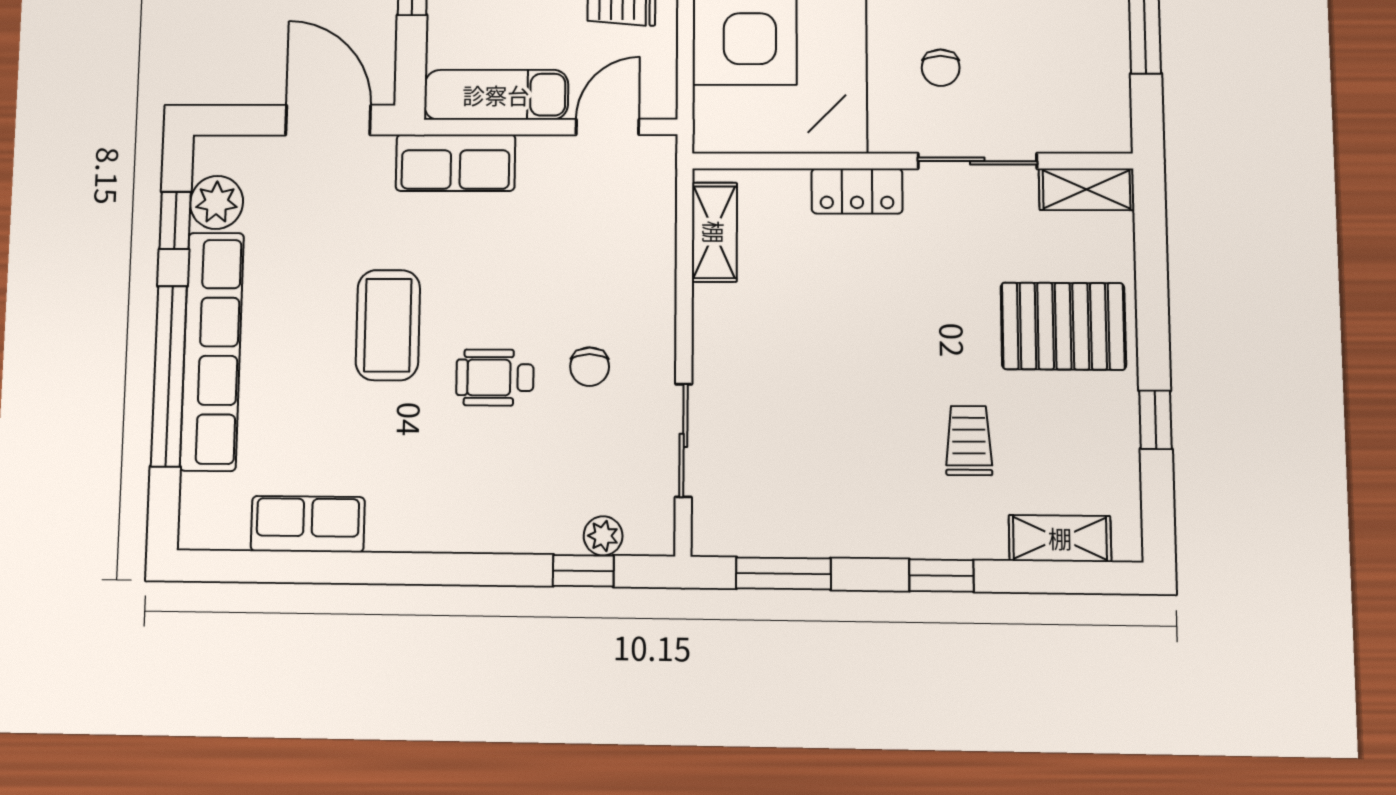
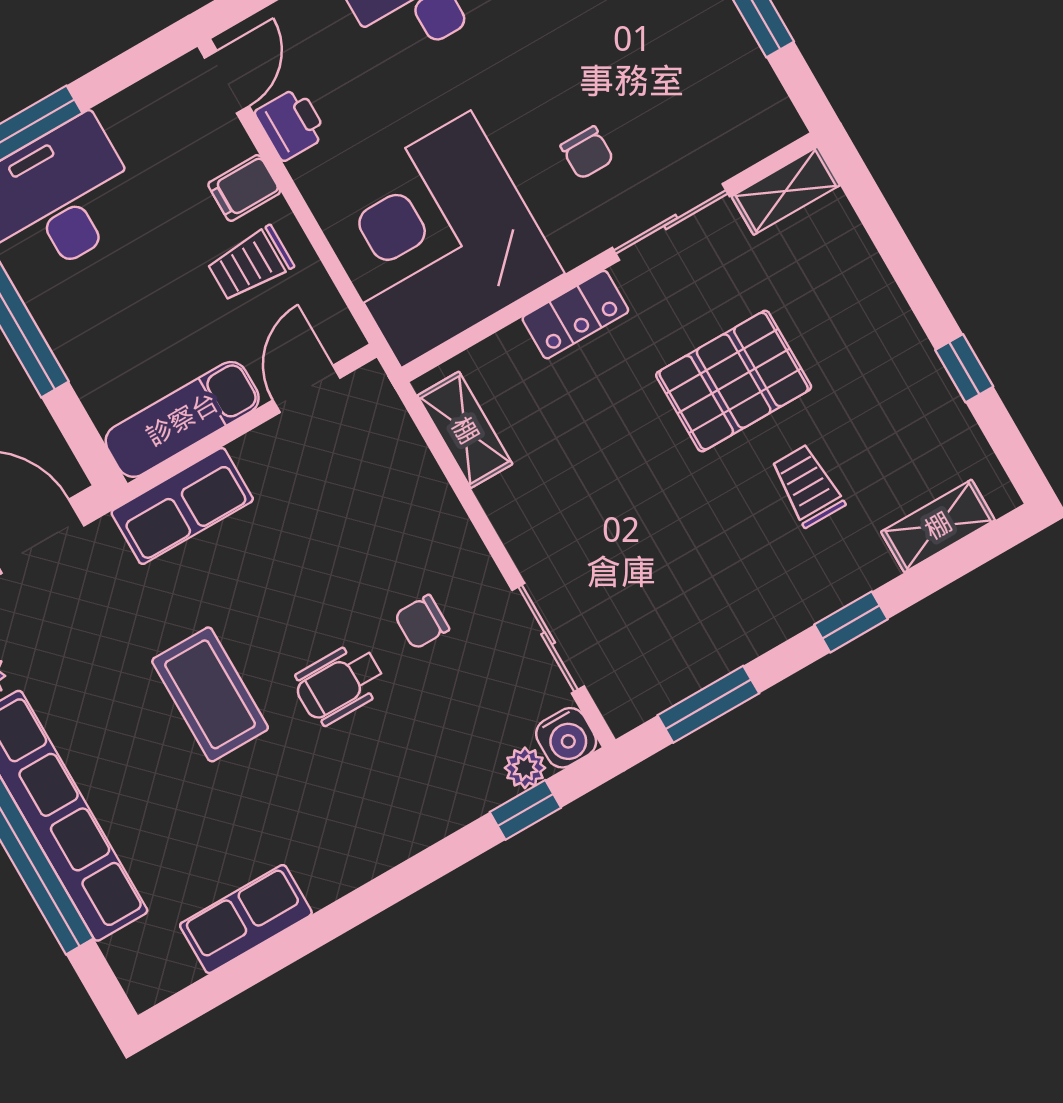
pallet: (1063, 326) -> (734, 381), moved
chair: (590, 367) -> (422, 622), turned 90
water cooler: (651, 531) -> (566, 738), added

